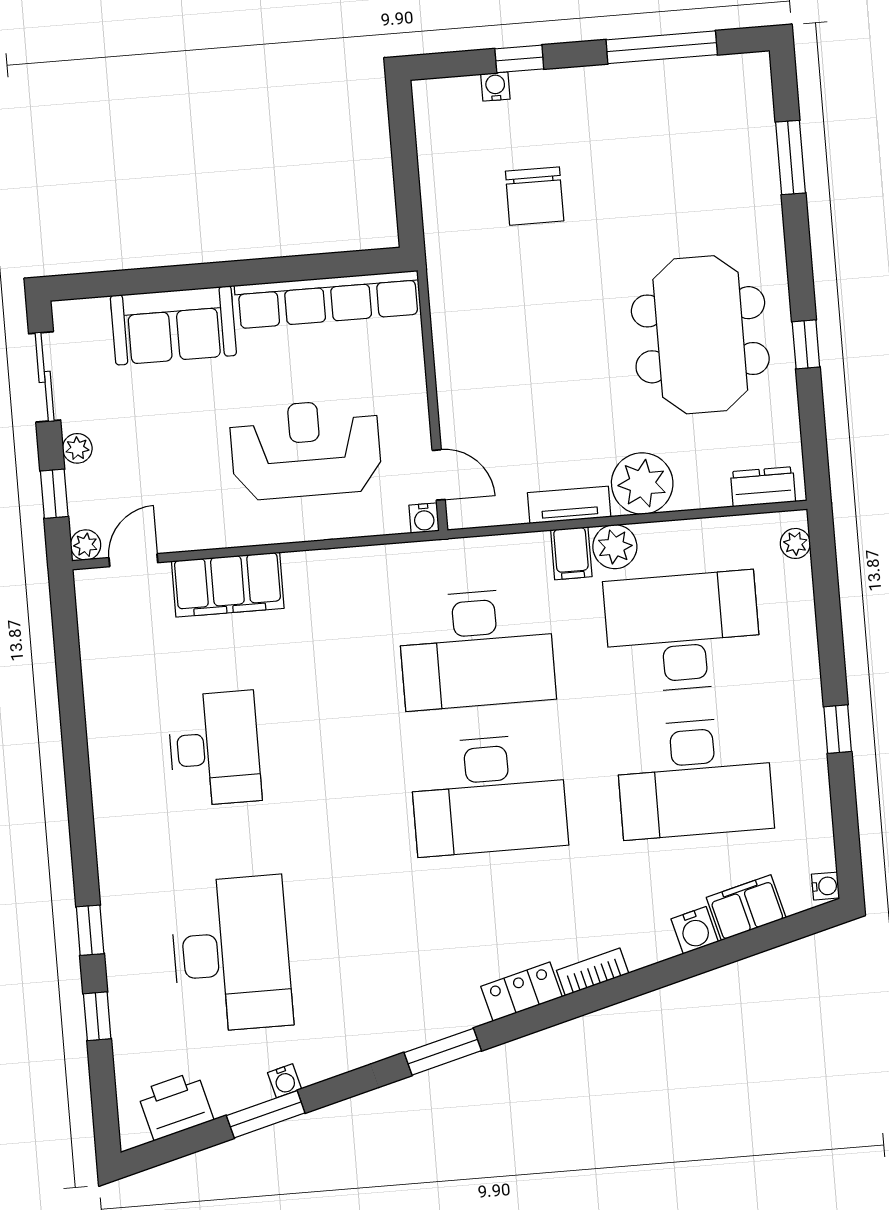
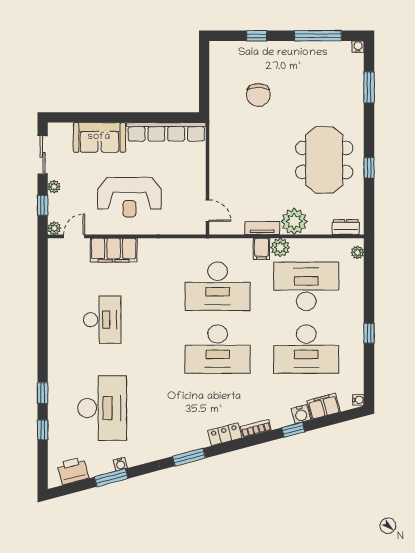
water cooler: (495, 87) -> (358, 47), moved
reception desk: (306, 449) -> (129, 197), moved, turned 180
water cooler: (424, 518) -> (200, 229), removed
window: (680, 968) -> (293, 430), added

